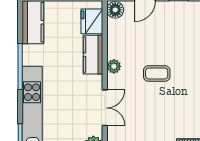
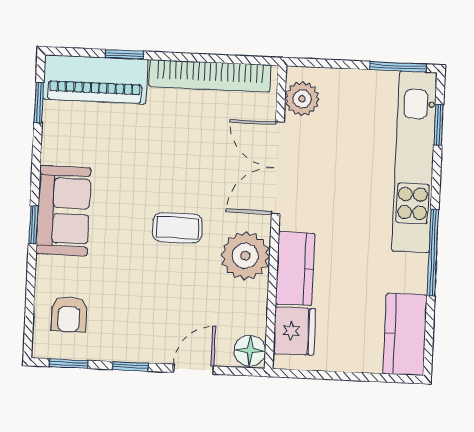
plant: (114, 66) -> (245, 256), width x1.87, depth x1.87
double door: (105, 108) -> (278, 168), width x1.37

